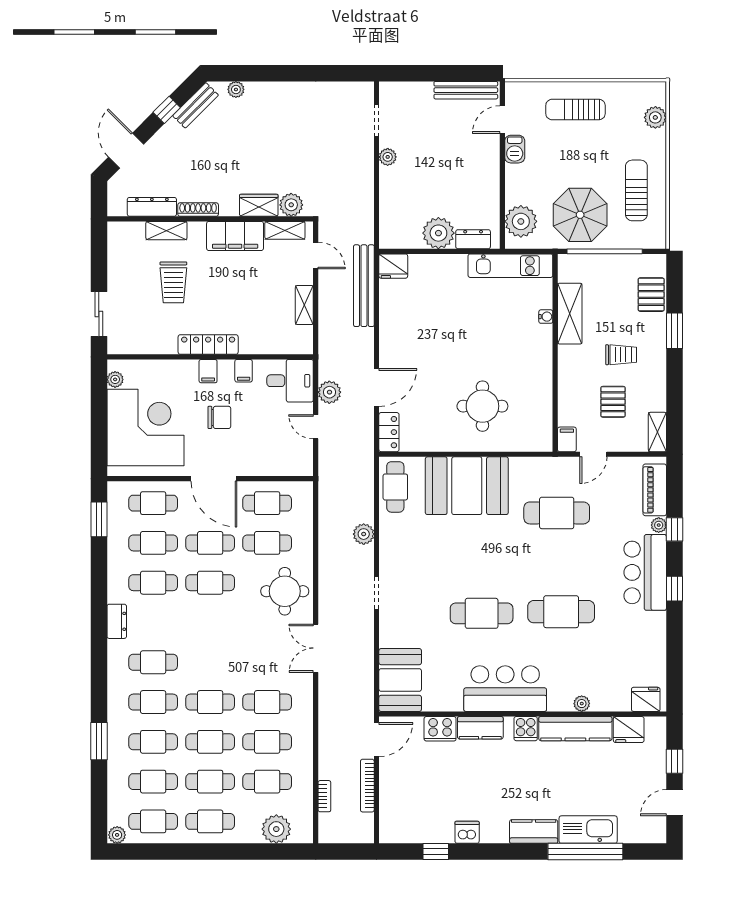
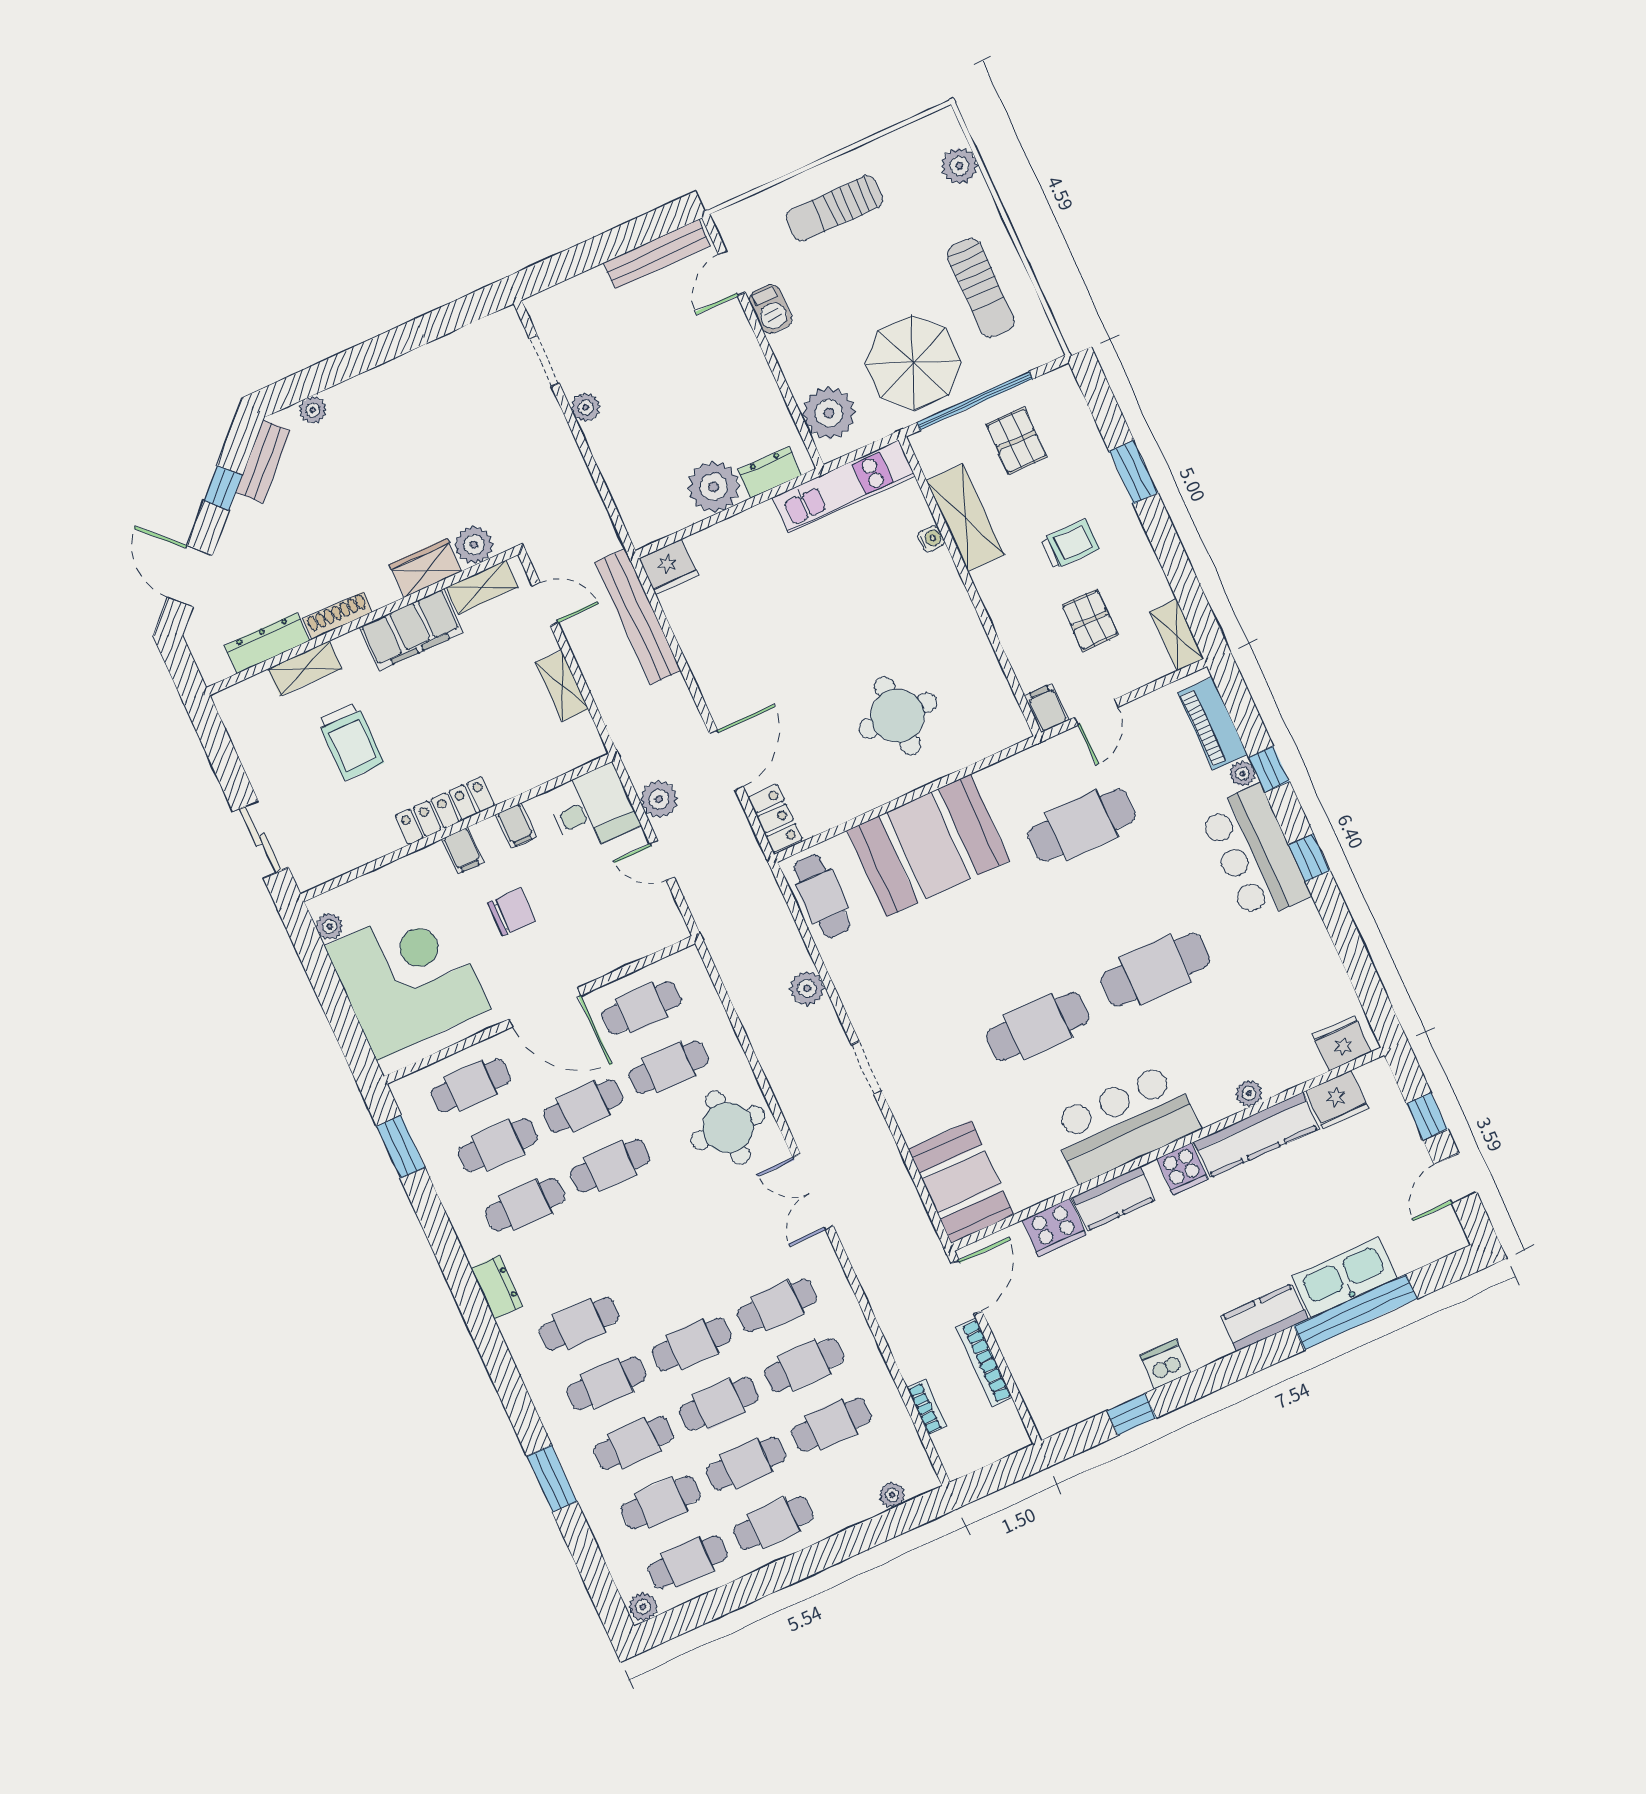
sun lounger: (636, 190) -> (981, 288), turned 180
pallet: (651, 295) -> (1016, 441), moved
plant: (276, 829) -> (892, 1495), width x0.53, depth x0.53

